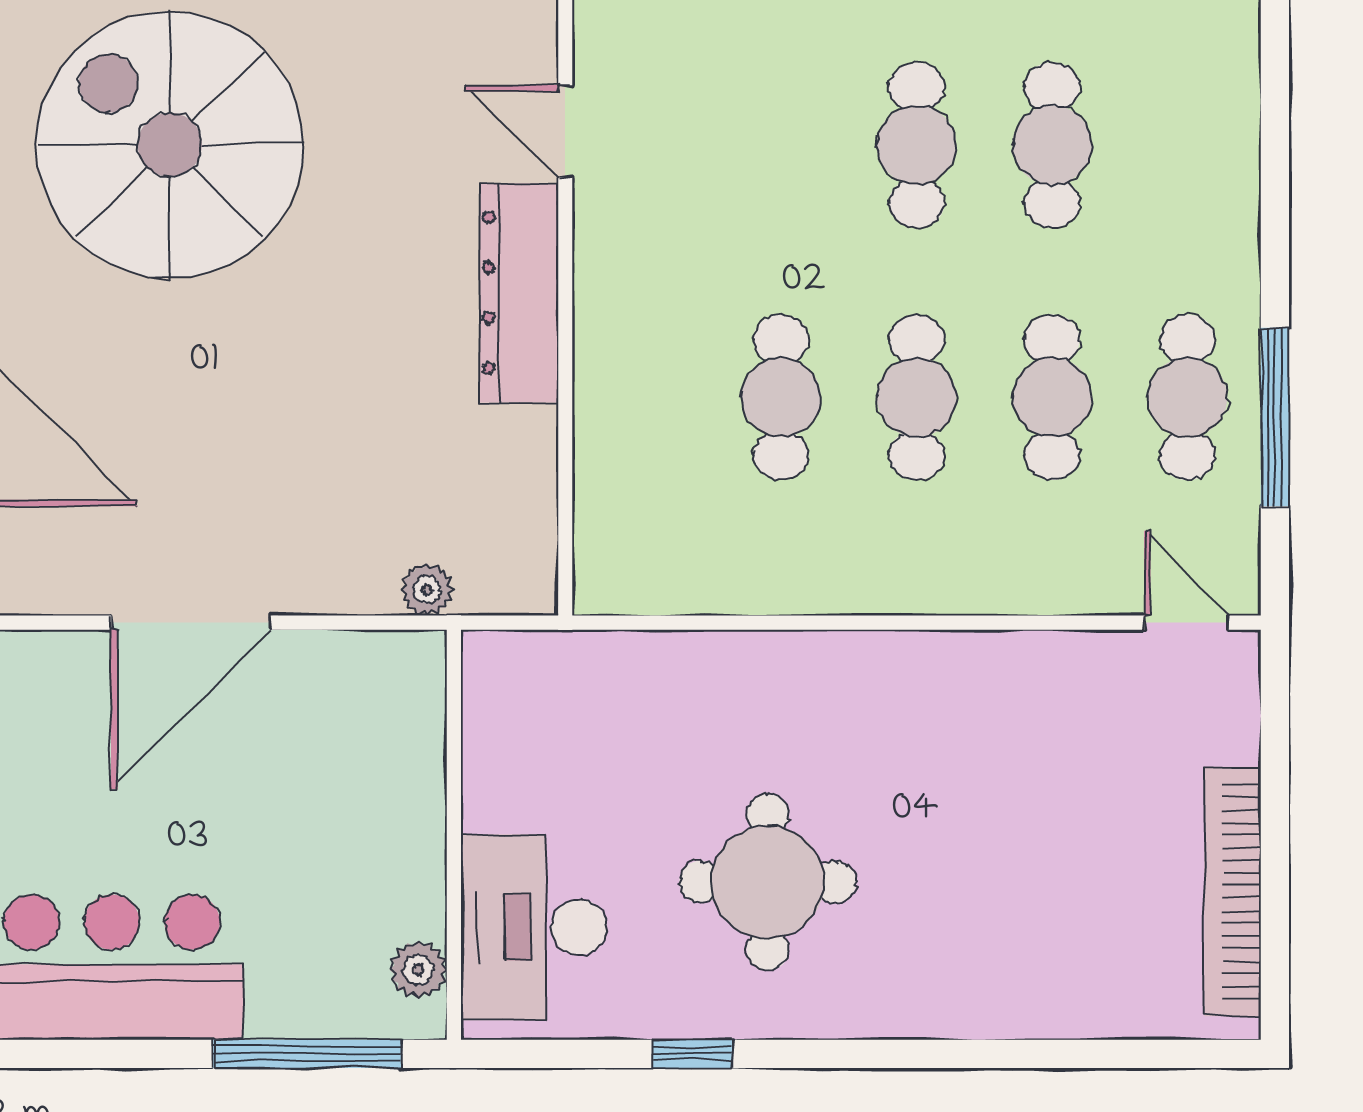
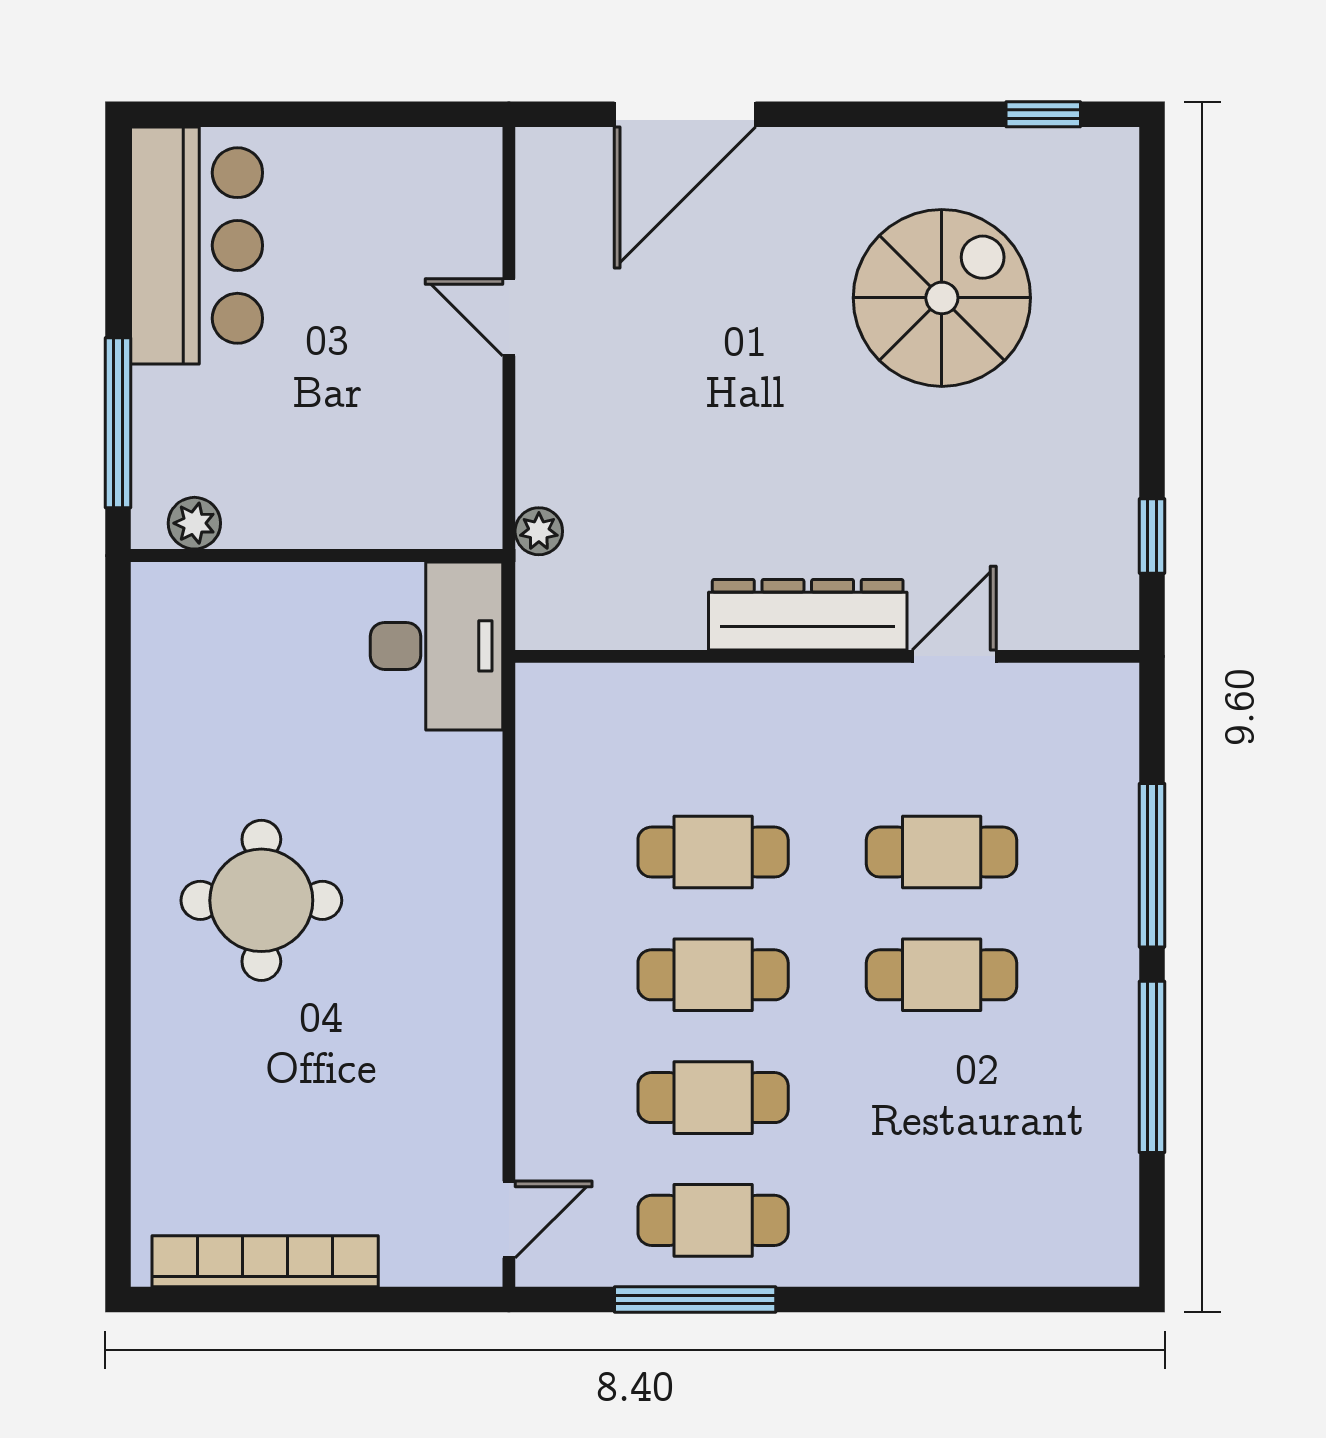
spiral stairs: (170, 145) -> (942, 298), width x0.73, depth x0.73
cafe table: (1052, 145) -> (942, 852), moved
door: (191, 623) -> (509, 317), width x0.53
round table: (768, 882) -> (261, 900), moved
desk: (534, 927) -> (436, 646), moved, turned 90
window: (692, 1054) -> (118, 771), removed

